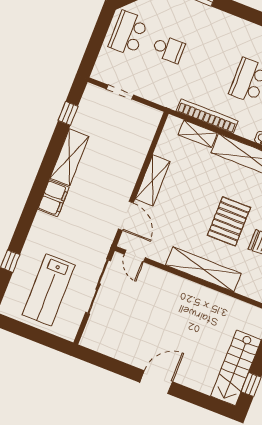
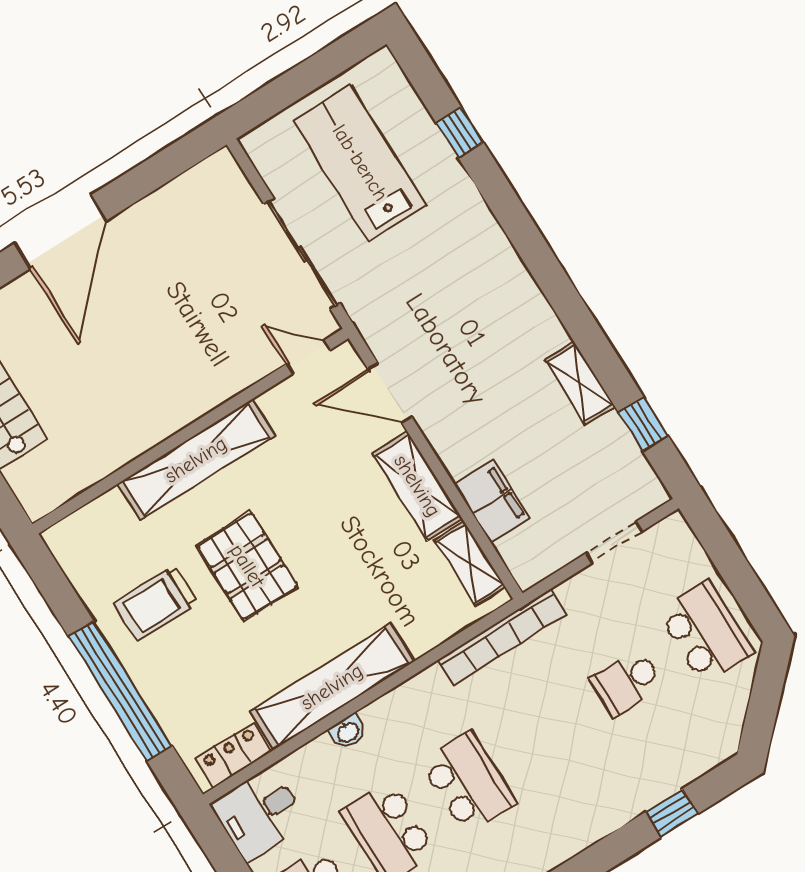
bookcase: (207, 116) -> (502, 637), moved
shelving: (198, 134) -> (470, 563), moved, turned 90
shelving: (69, 157) -> (580, 383), width x0.67, depth x0.75
filing cabinet: (53, 198) -> (492, 501), moved, turned 180
door: (156, 382) -> (60, 232), width x1.36

